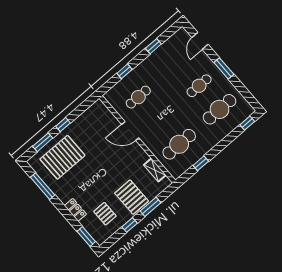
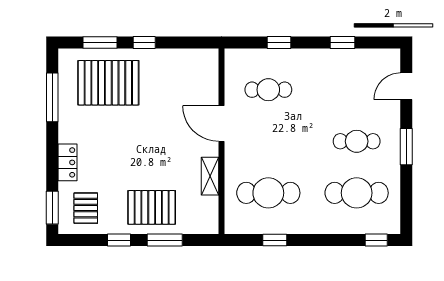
shelving: (155, 170) -> (210, 176), moved
pallet: (132, 197) -> (152, 207), turned 90
pallet: (105, 214) -> (86, 208), moved

